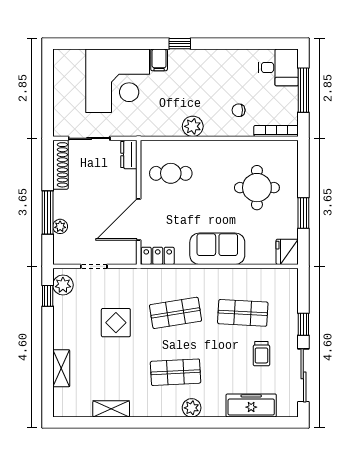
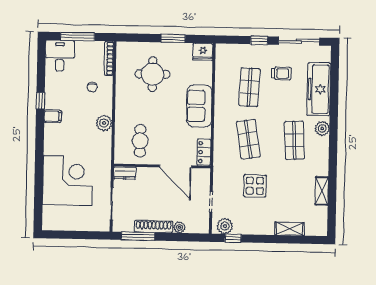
window: (180, 44) -> (40, 101), moved
filing cabinet: (159, 60) -> (53, 116), moved
shoe rack: (60, 165) -> (154, 227), moved
window: (48, 212) -> (138, 236), moved
freezer: (251, 405) -> (319, 89), width x1.36, depth x1.26

